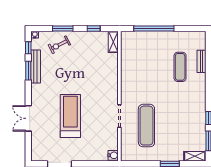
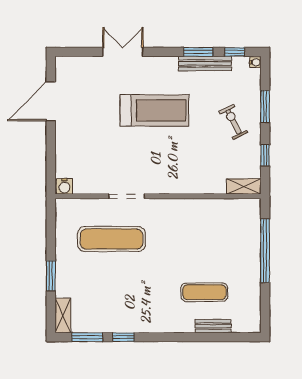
exercise bike: (59, 45) -> (234, 122), moved
treadmill: (70, 116) -> (154, 110), moved

